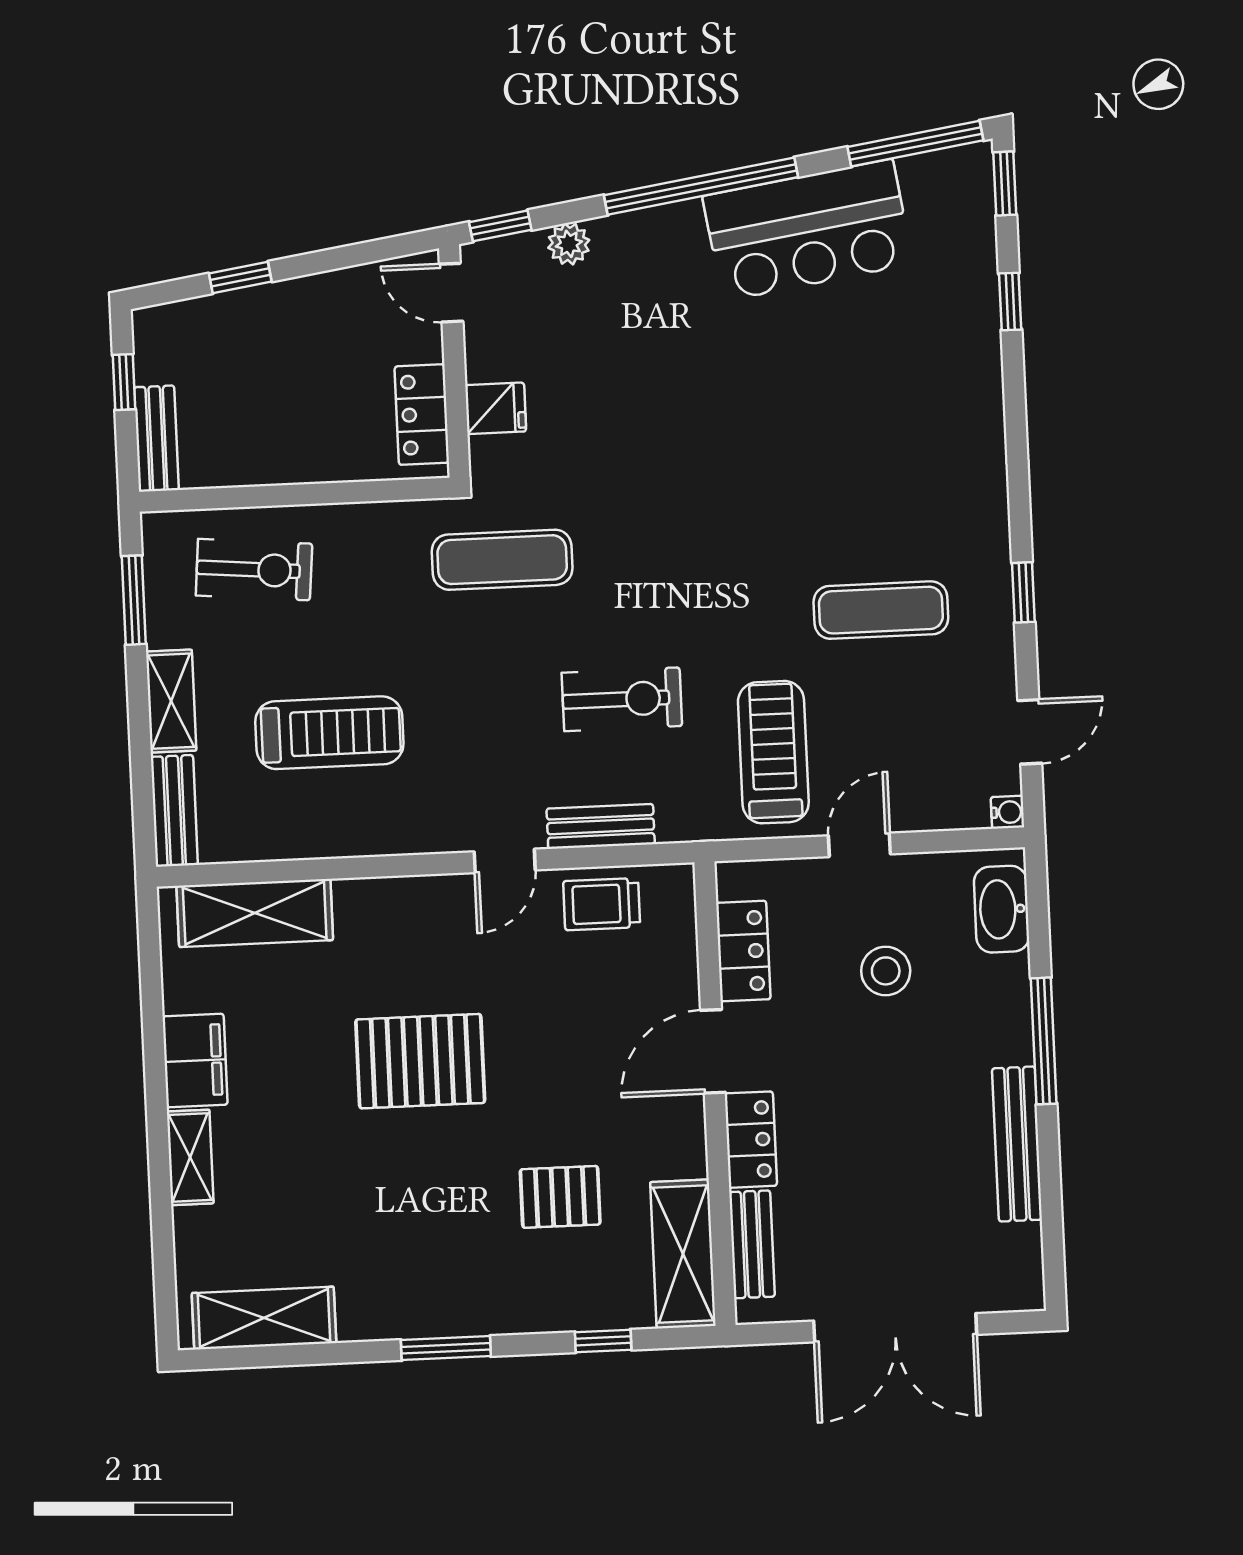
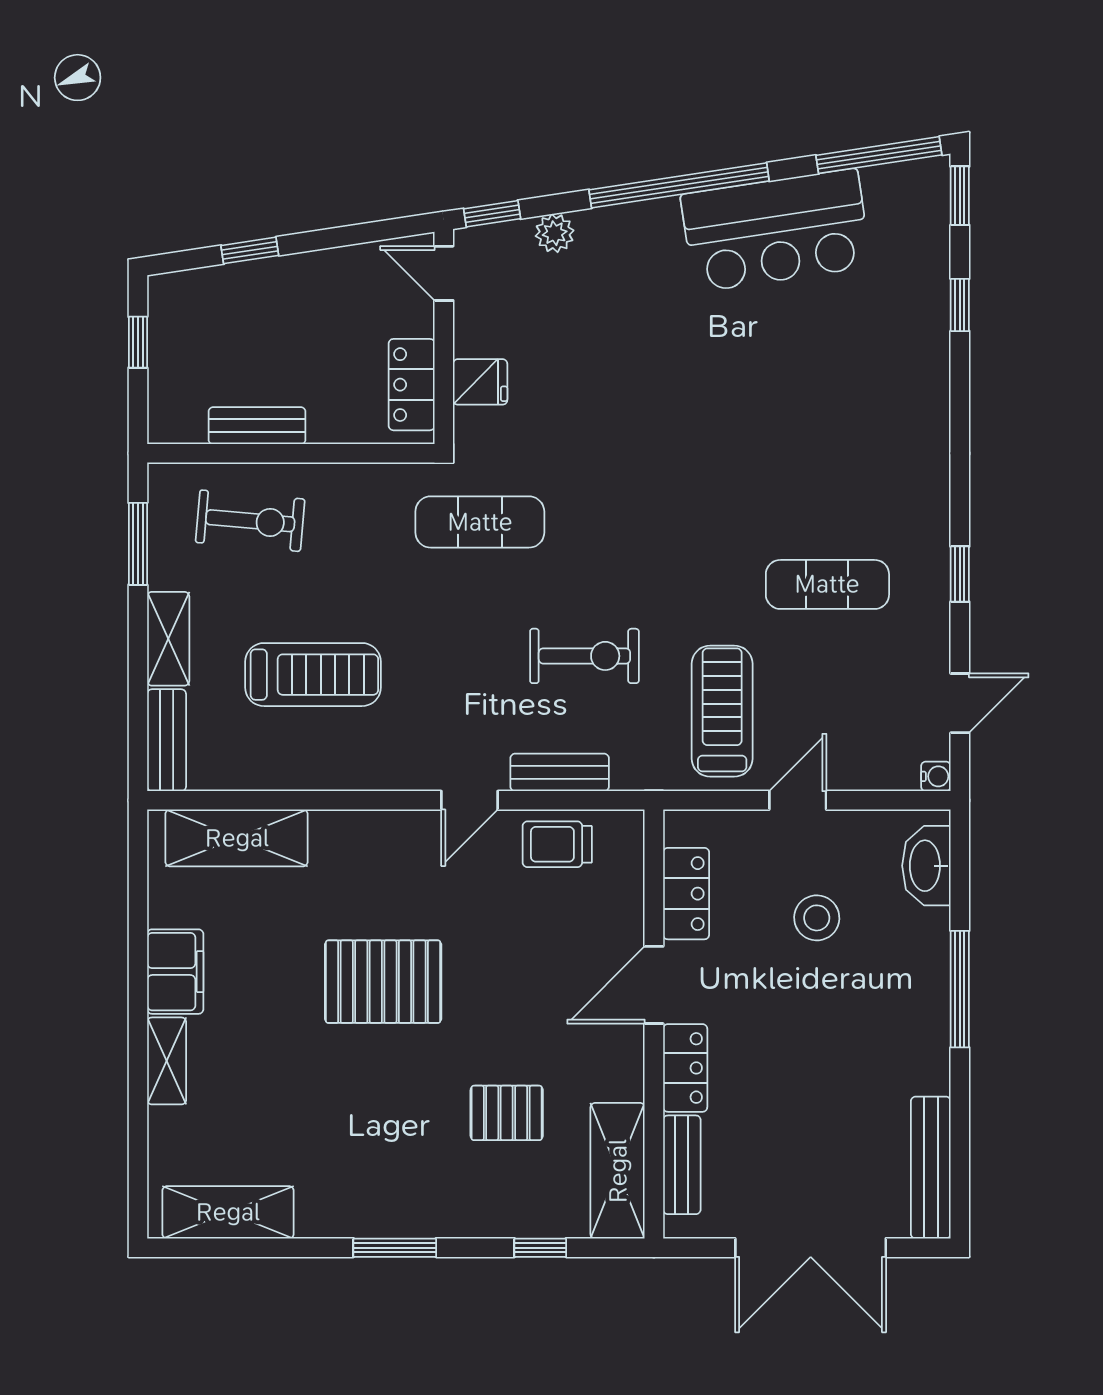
bench: (156, 439) -> (257, 426), moved, turned 90
bench: (1017, 1144) -> (931, 1168), moved

